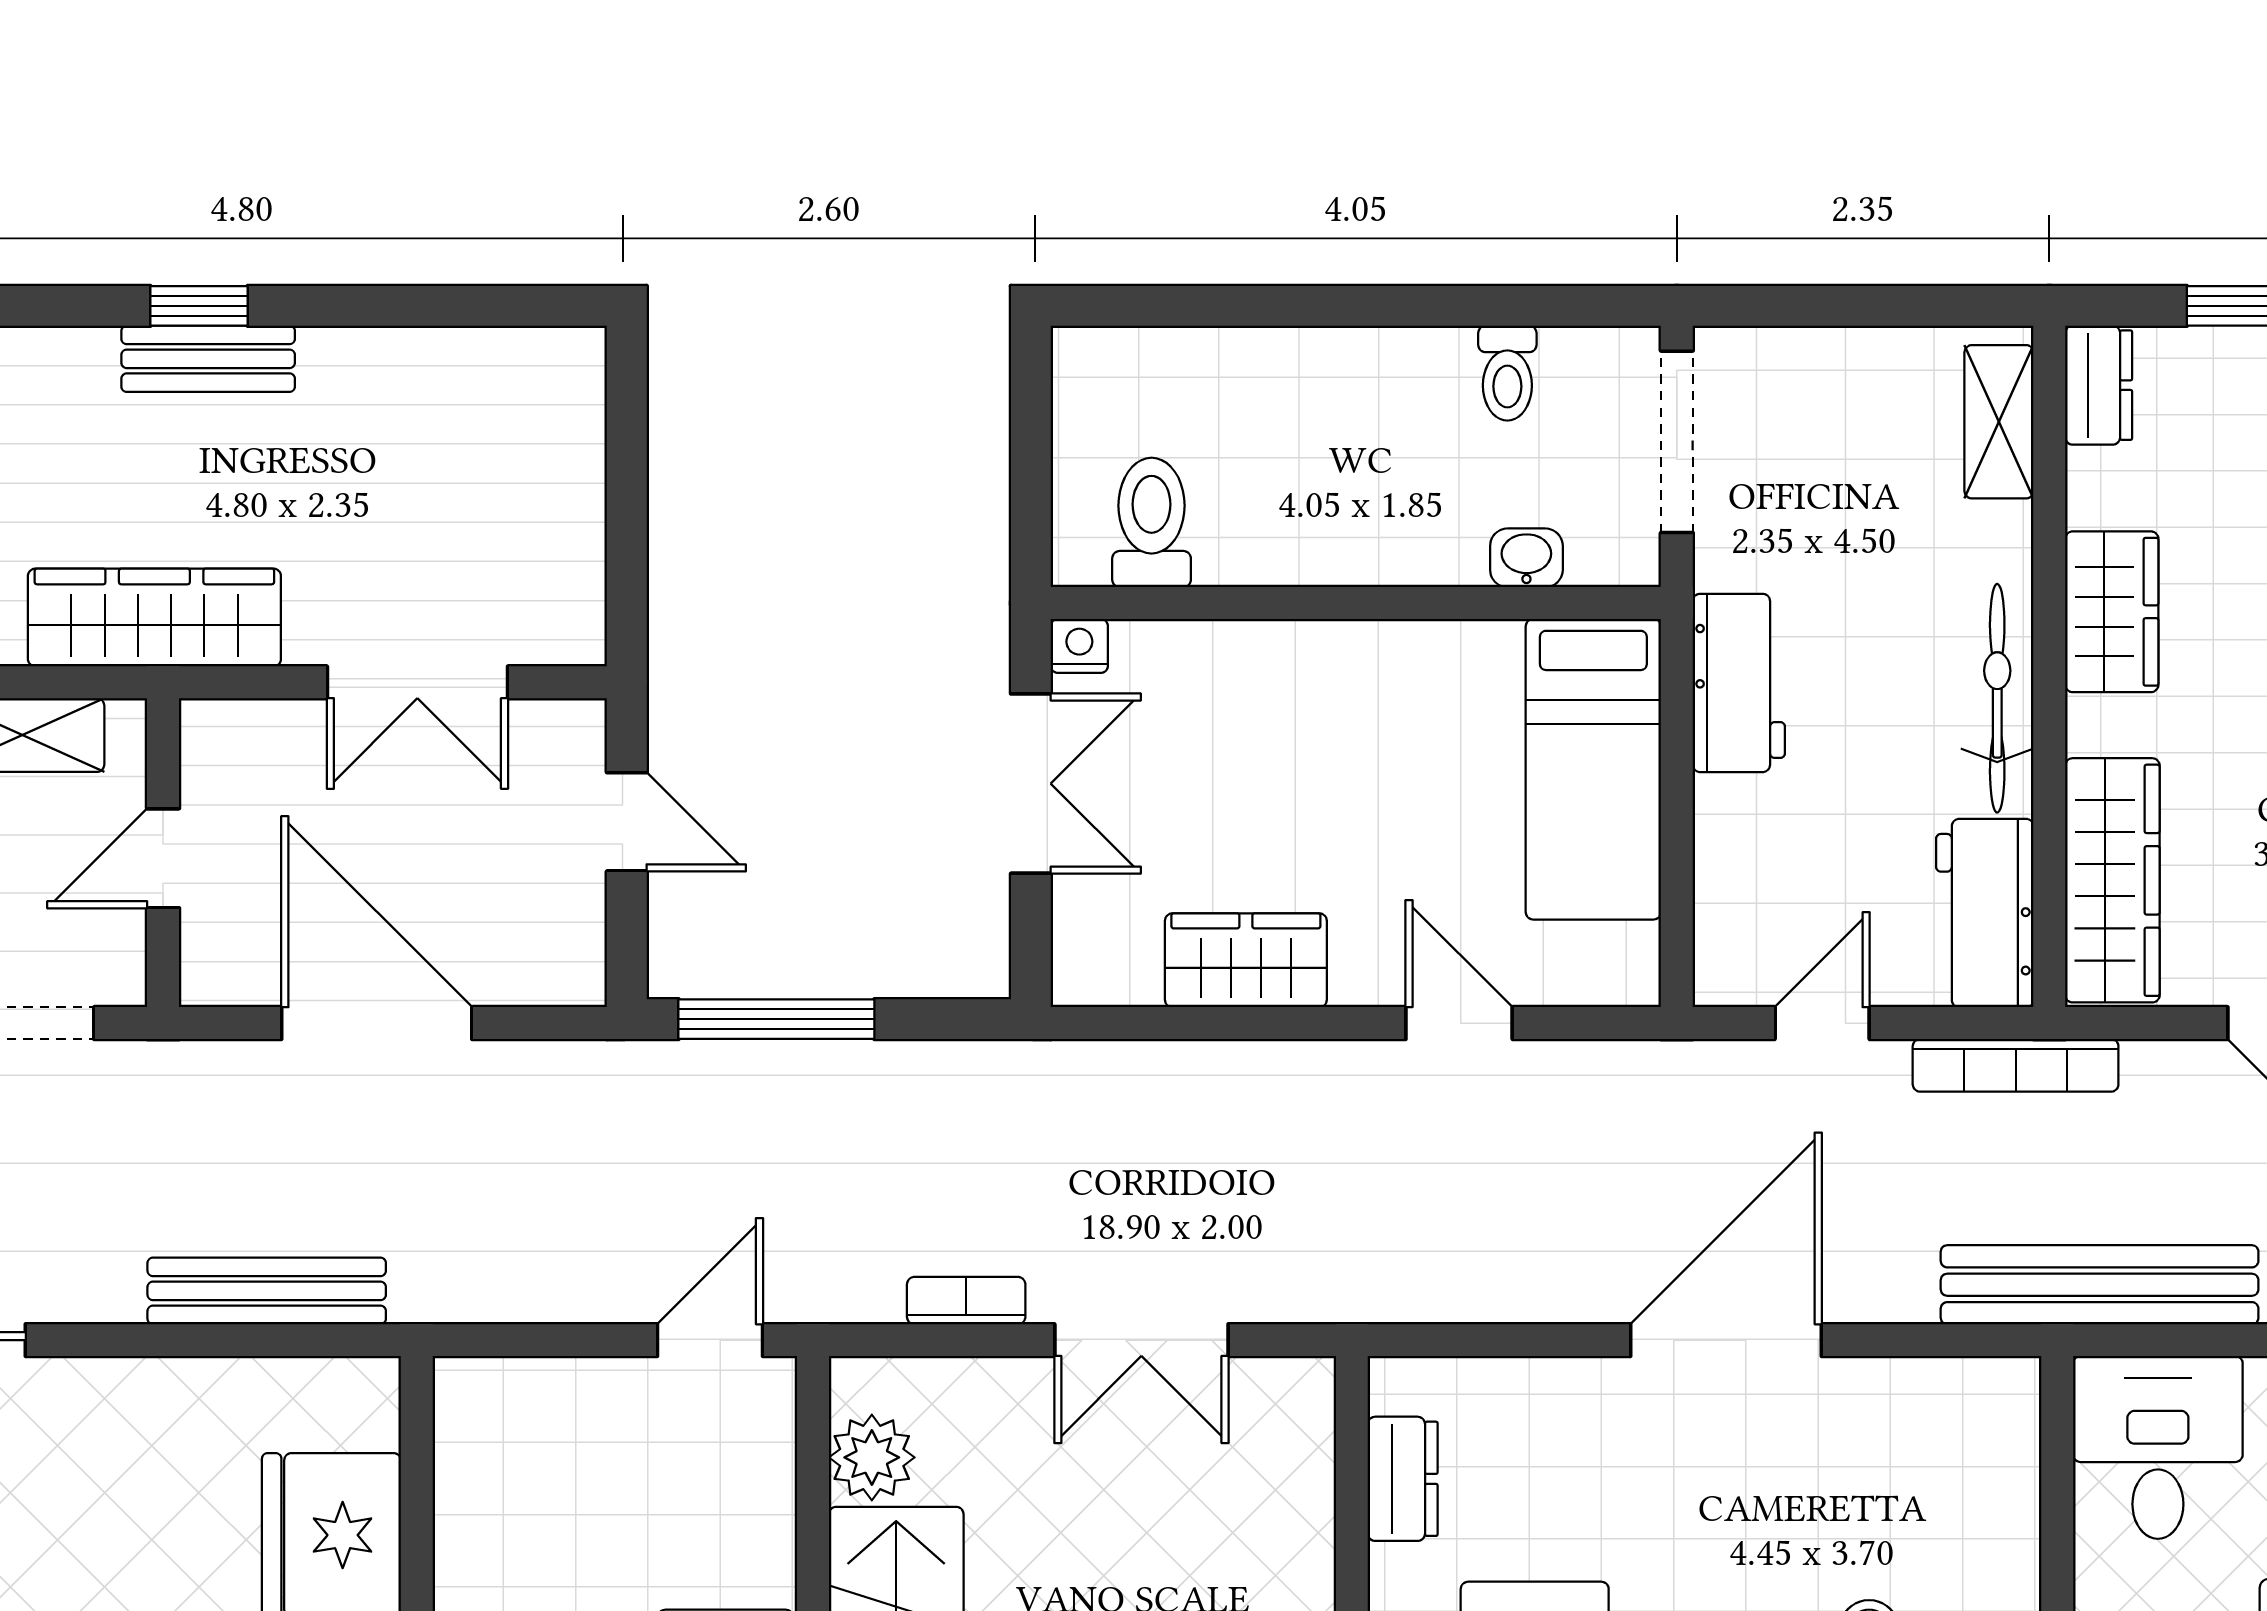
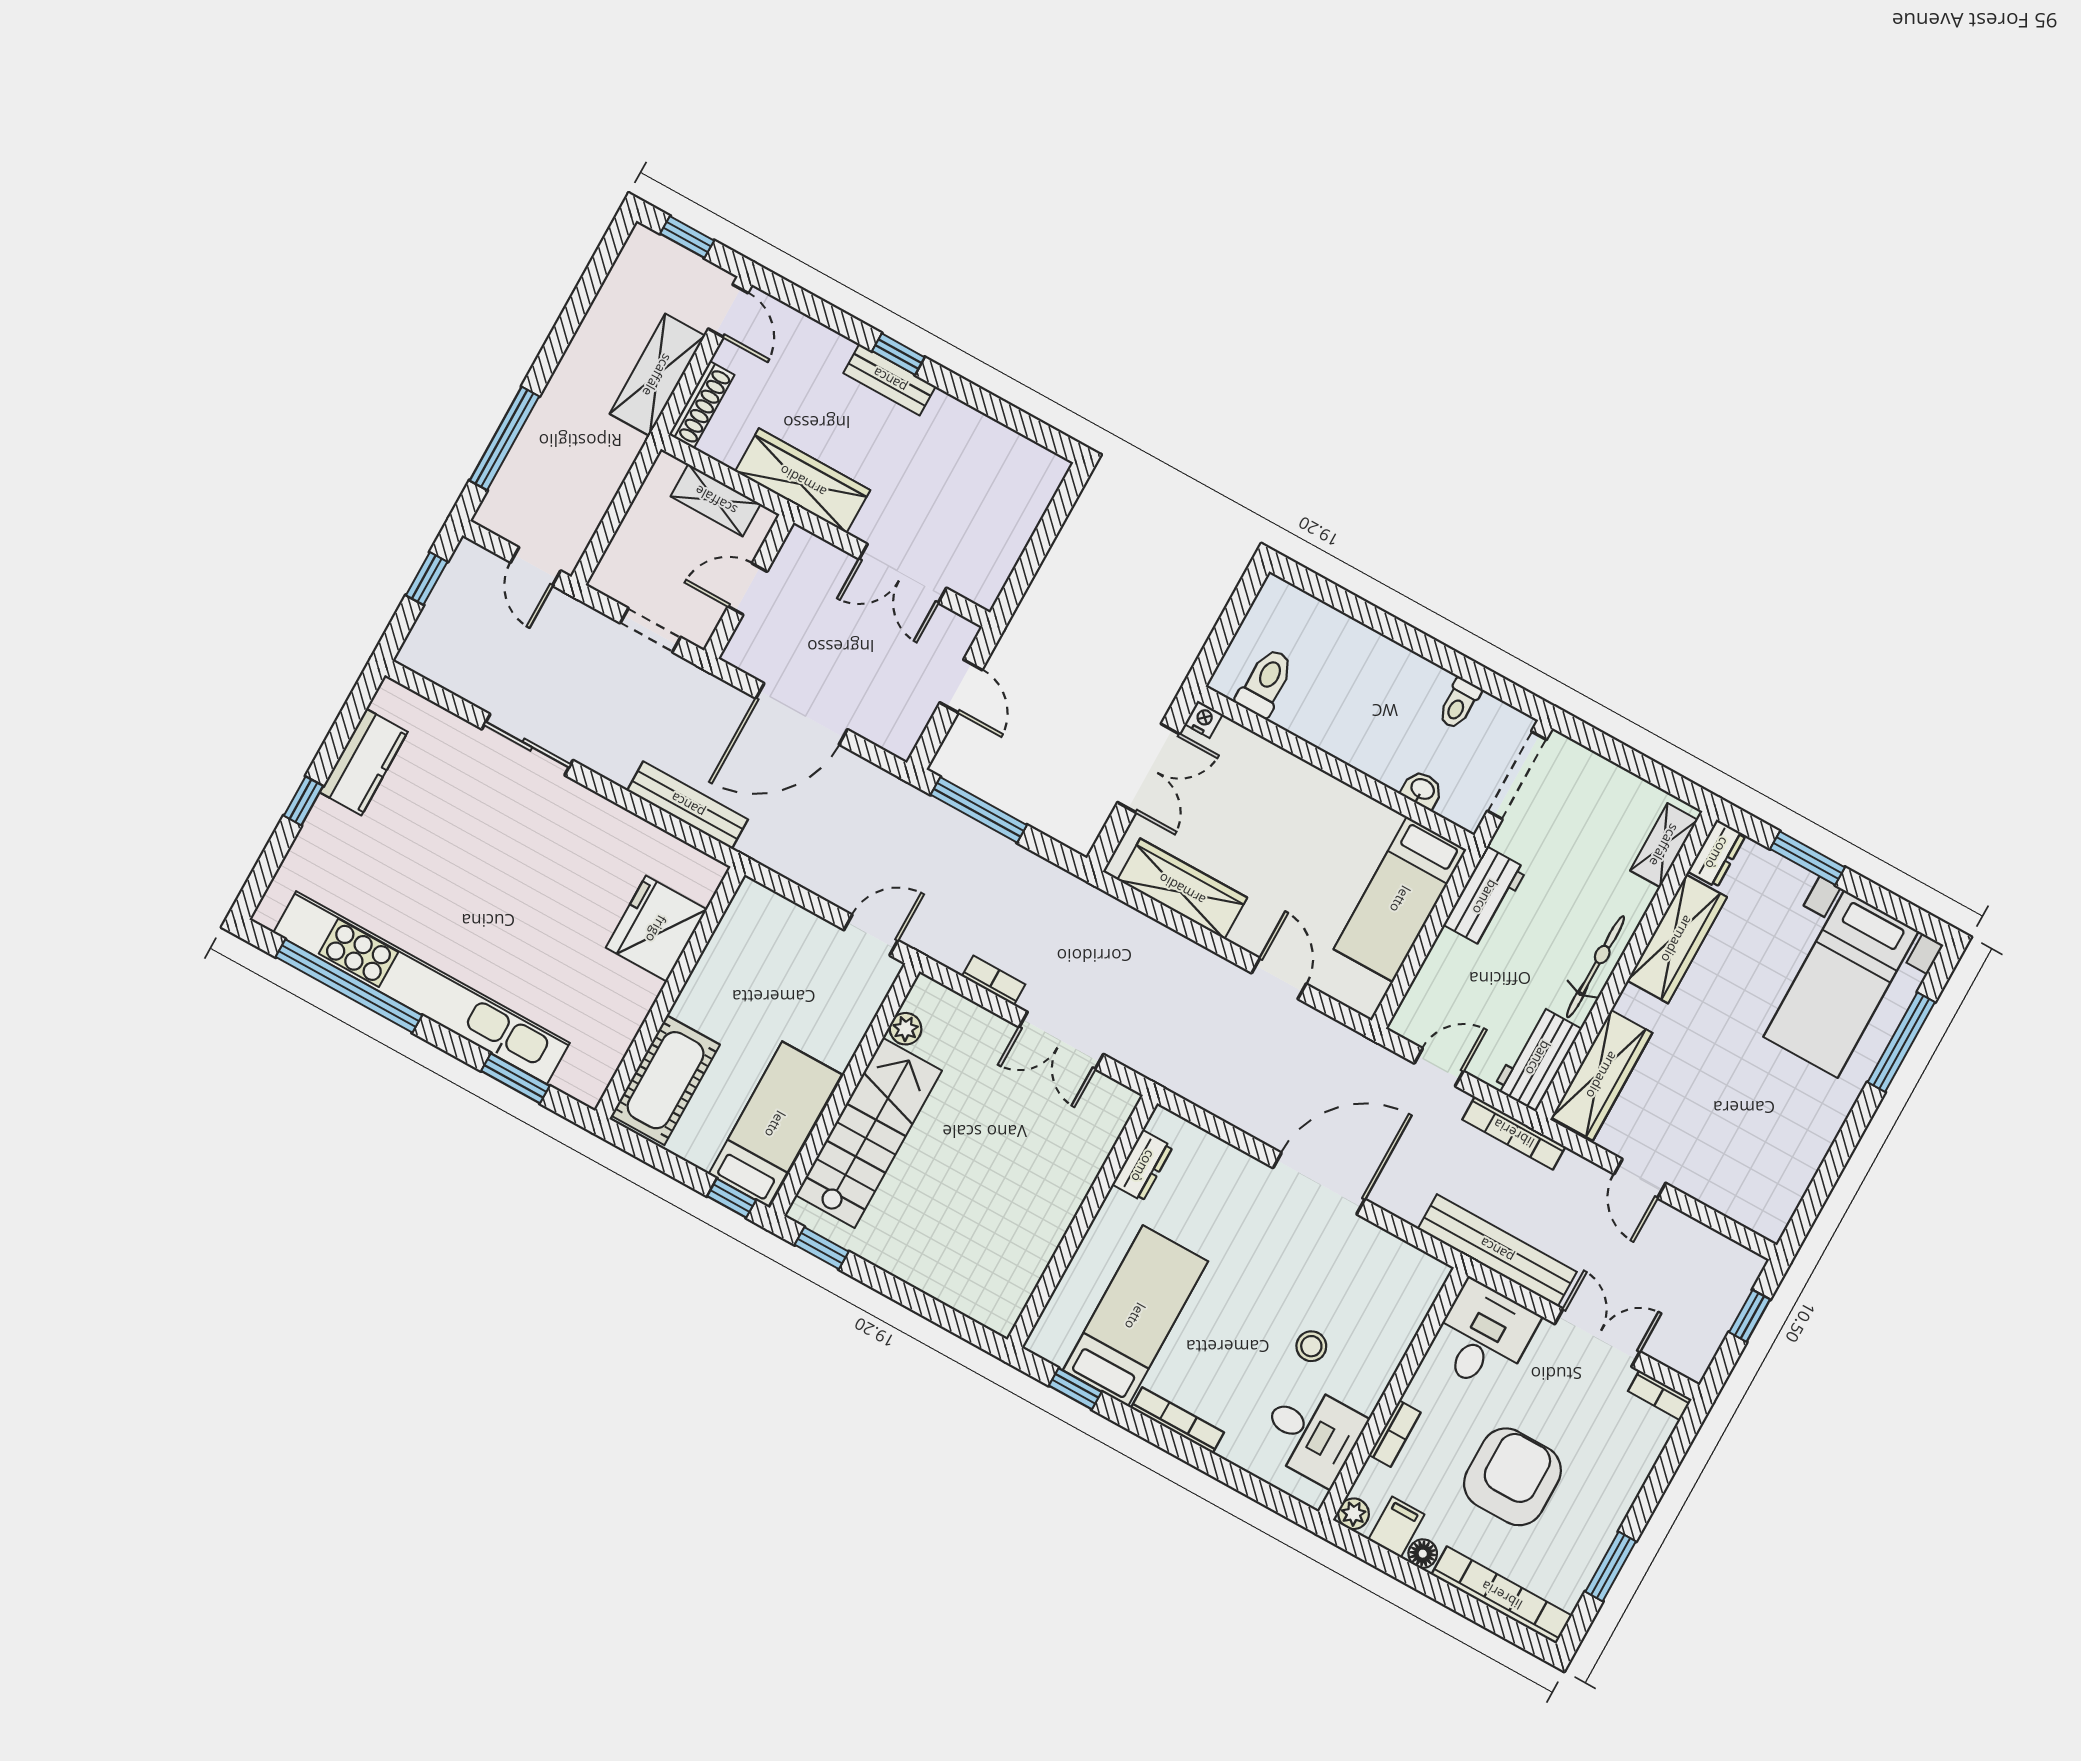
wardrobe: (2112, 612) -> (1677, 939), width x1.50
wardrobe: (1246, 960) -> (1182, 889), width x1.50
door: (377, 1023) -> (802, 714), swing flipped
plant: (872, 1457) -> (906, 1029), width x0.73, depth x0.73

